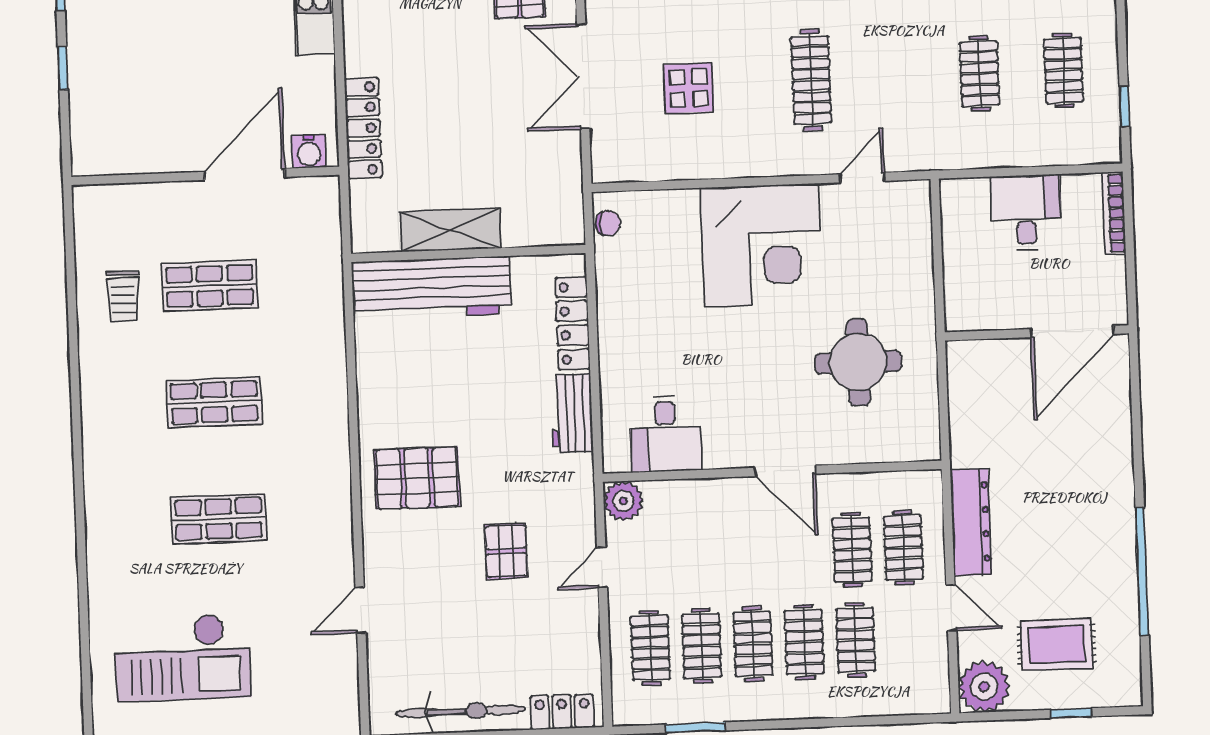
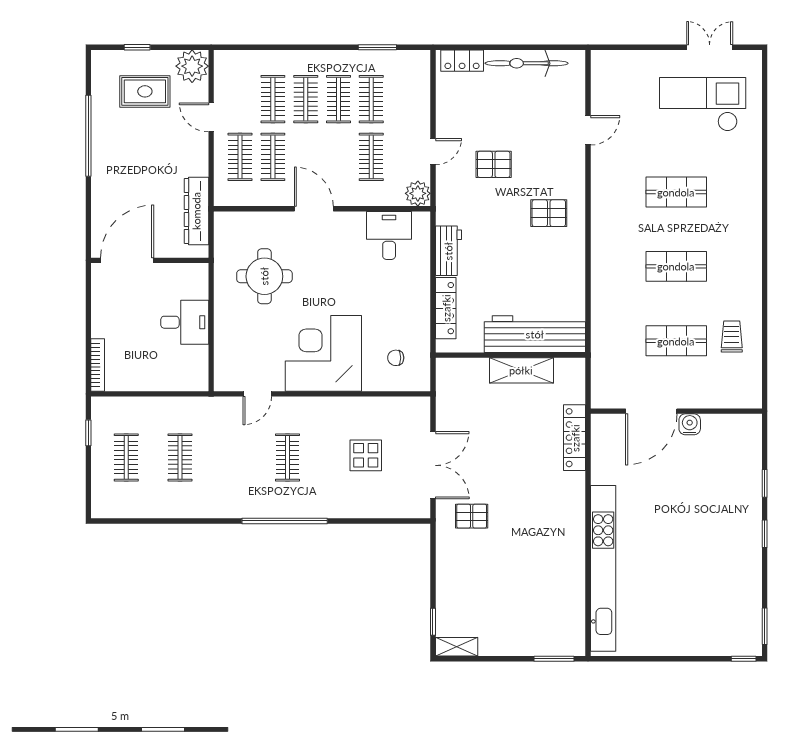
clothes rail: (811, 80) -> (288, 457), width x0.73
water cooler: (309, 151) -> (690, 424), moved
desk: (1026, 213) -> (185, 322), moved, turned -90
chair: (608, 223) -> (396, 358), moved
door: (1072, 332) -> (127, 260), moved
wall: (1037, 333) -> (150, 260), moved
pallet: (417, 478) -> (549, 213), width x0.67, depth x0.71
dresser: (971, 522) -> (196, 211), moved
pallet: (506, 551) -> (494, 164), turned 90
clothes rail: (650, 648) -> (371, 157), moved

